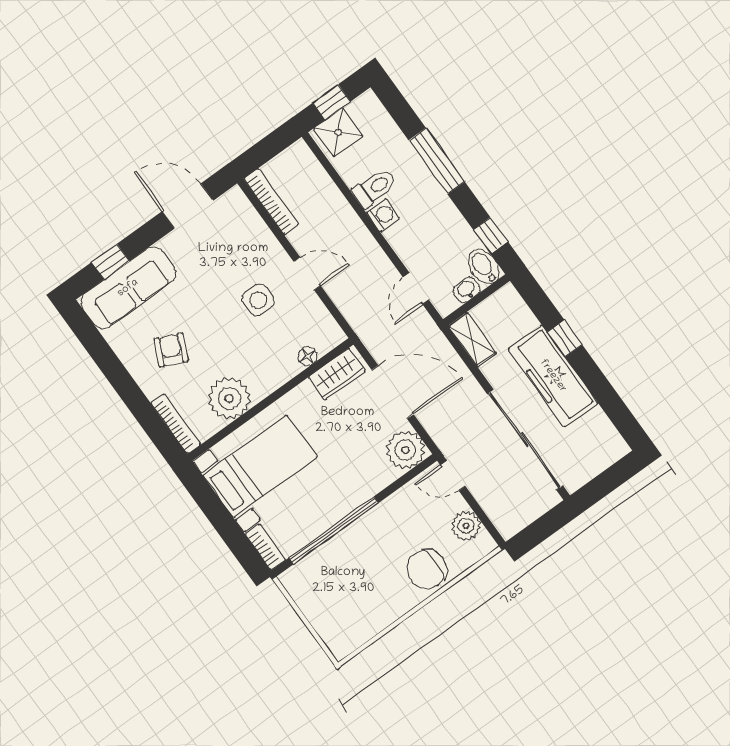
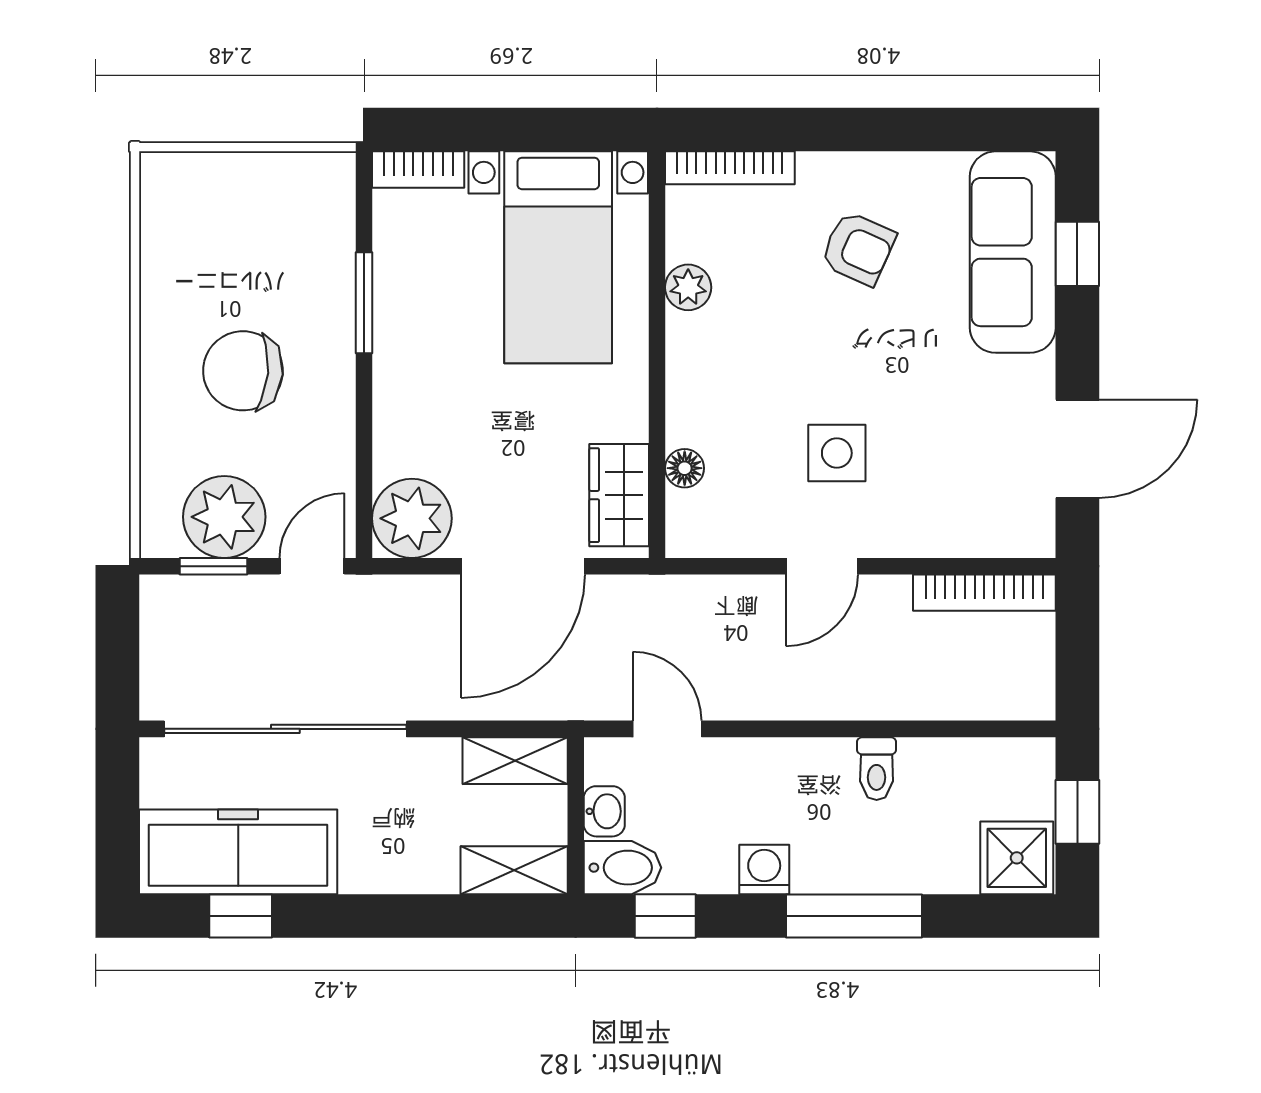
shower: (338, 132) -> (1017, 858), moved
toilet: (375, 188) -> (877, 769), width x0.73, depth x0.72
washing machine: (383, 215) -> (764, 869), moved, turned 180
shelving: (516, 309) -> (514, 870), added
window: (565, 338) -> (241, 916), moved
freezer: (553, 376) -> (238, 852), moved
plant: (229, 398) -> (688, 287), width x0.53, depth x0.53
window: (481, 515) -> (213, 566), added
plant: (466, 526) -> (224, 517), width x1.36, depth x1.36
window: (334, 530) -> (364, 303), width x0.47
chair: (427, 569) -> (243, 371), moved, turned -85

